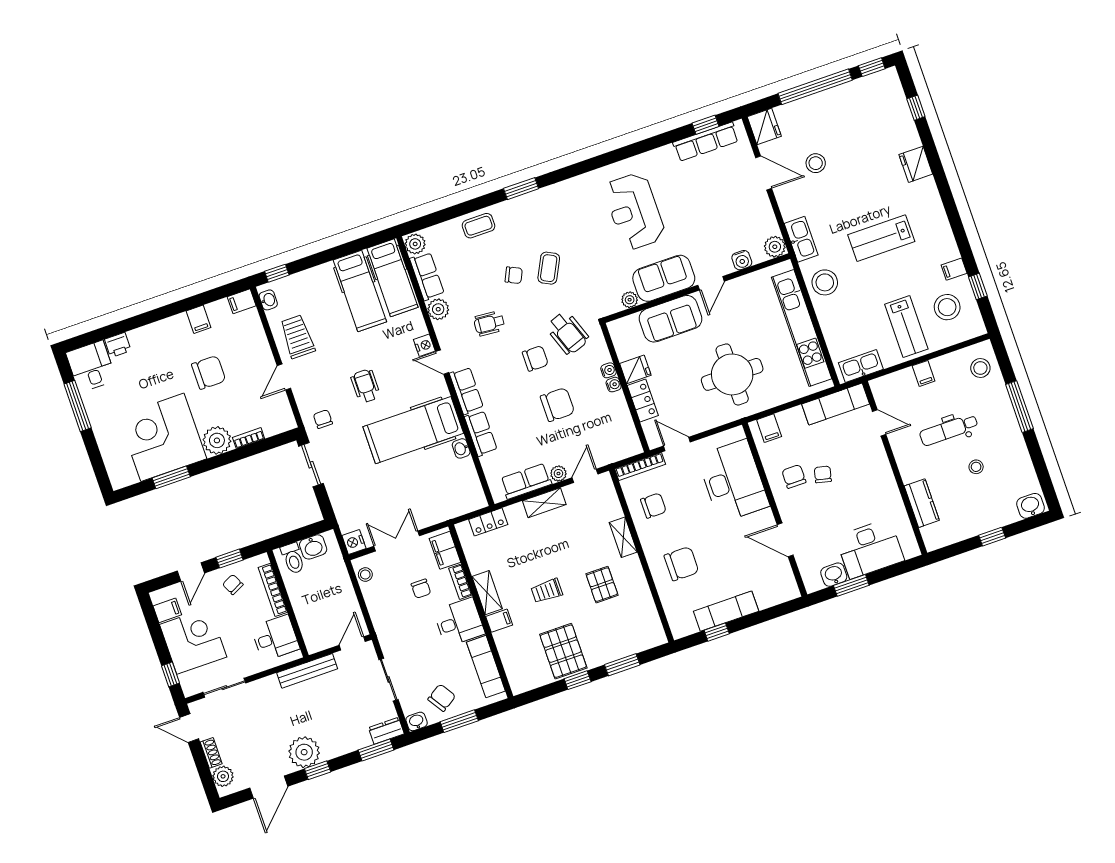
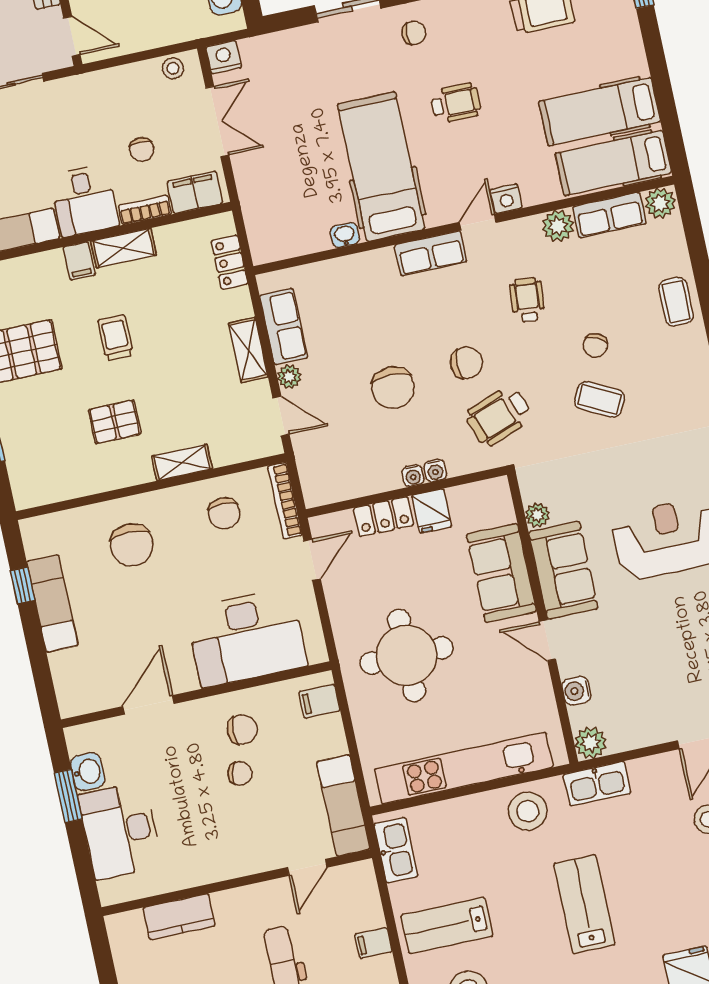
chair: (535, 358) -> (466, 363), turned -90
row of seats: (481, 433) -> (364, 267), removed
chair: (421, 589) -> (142, 149), turned -90

